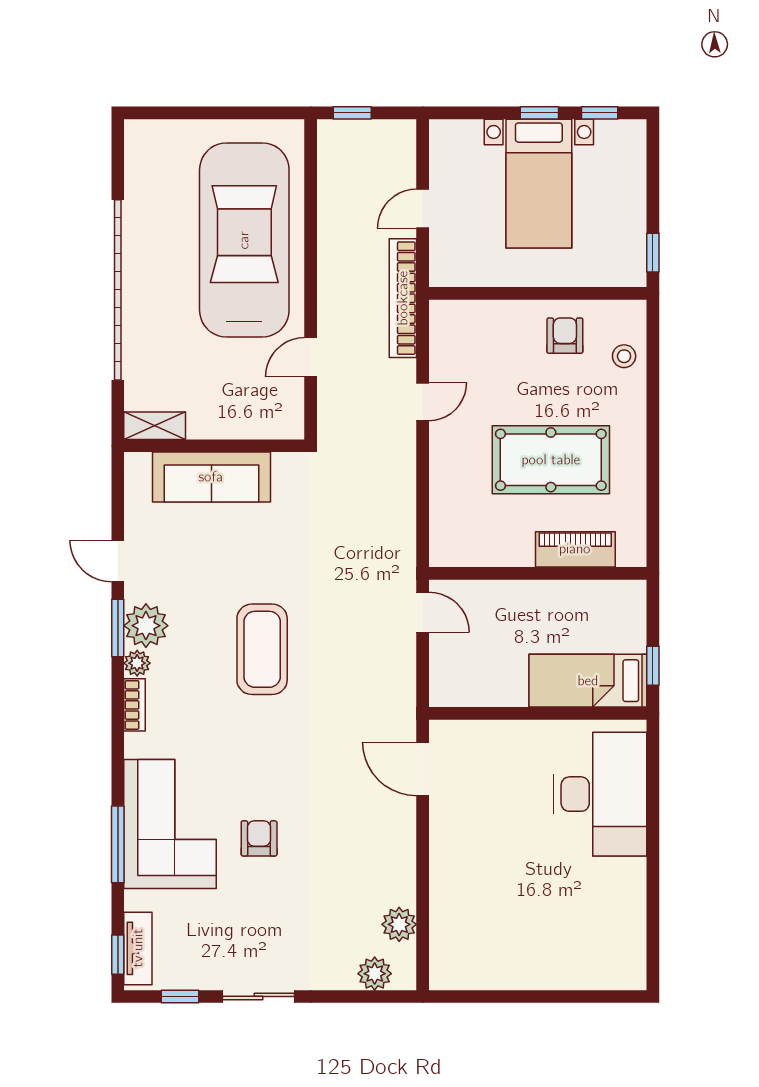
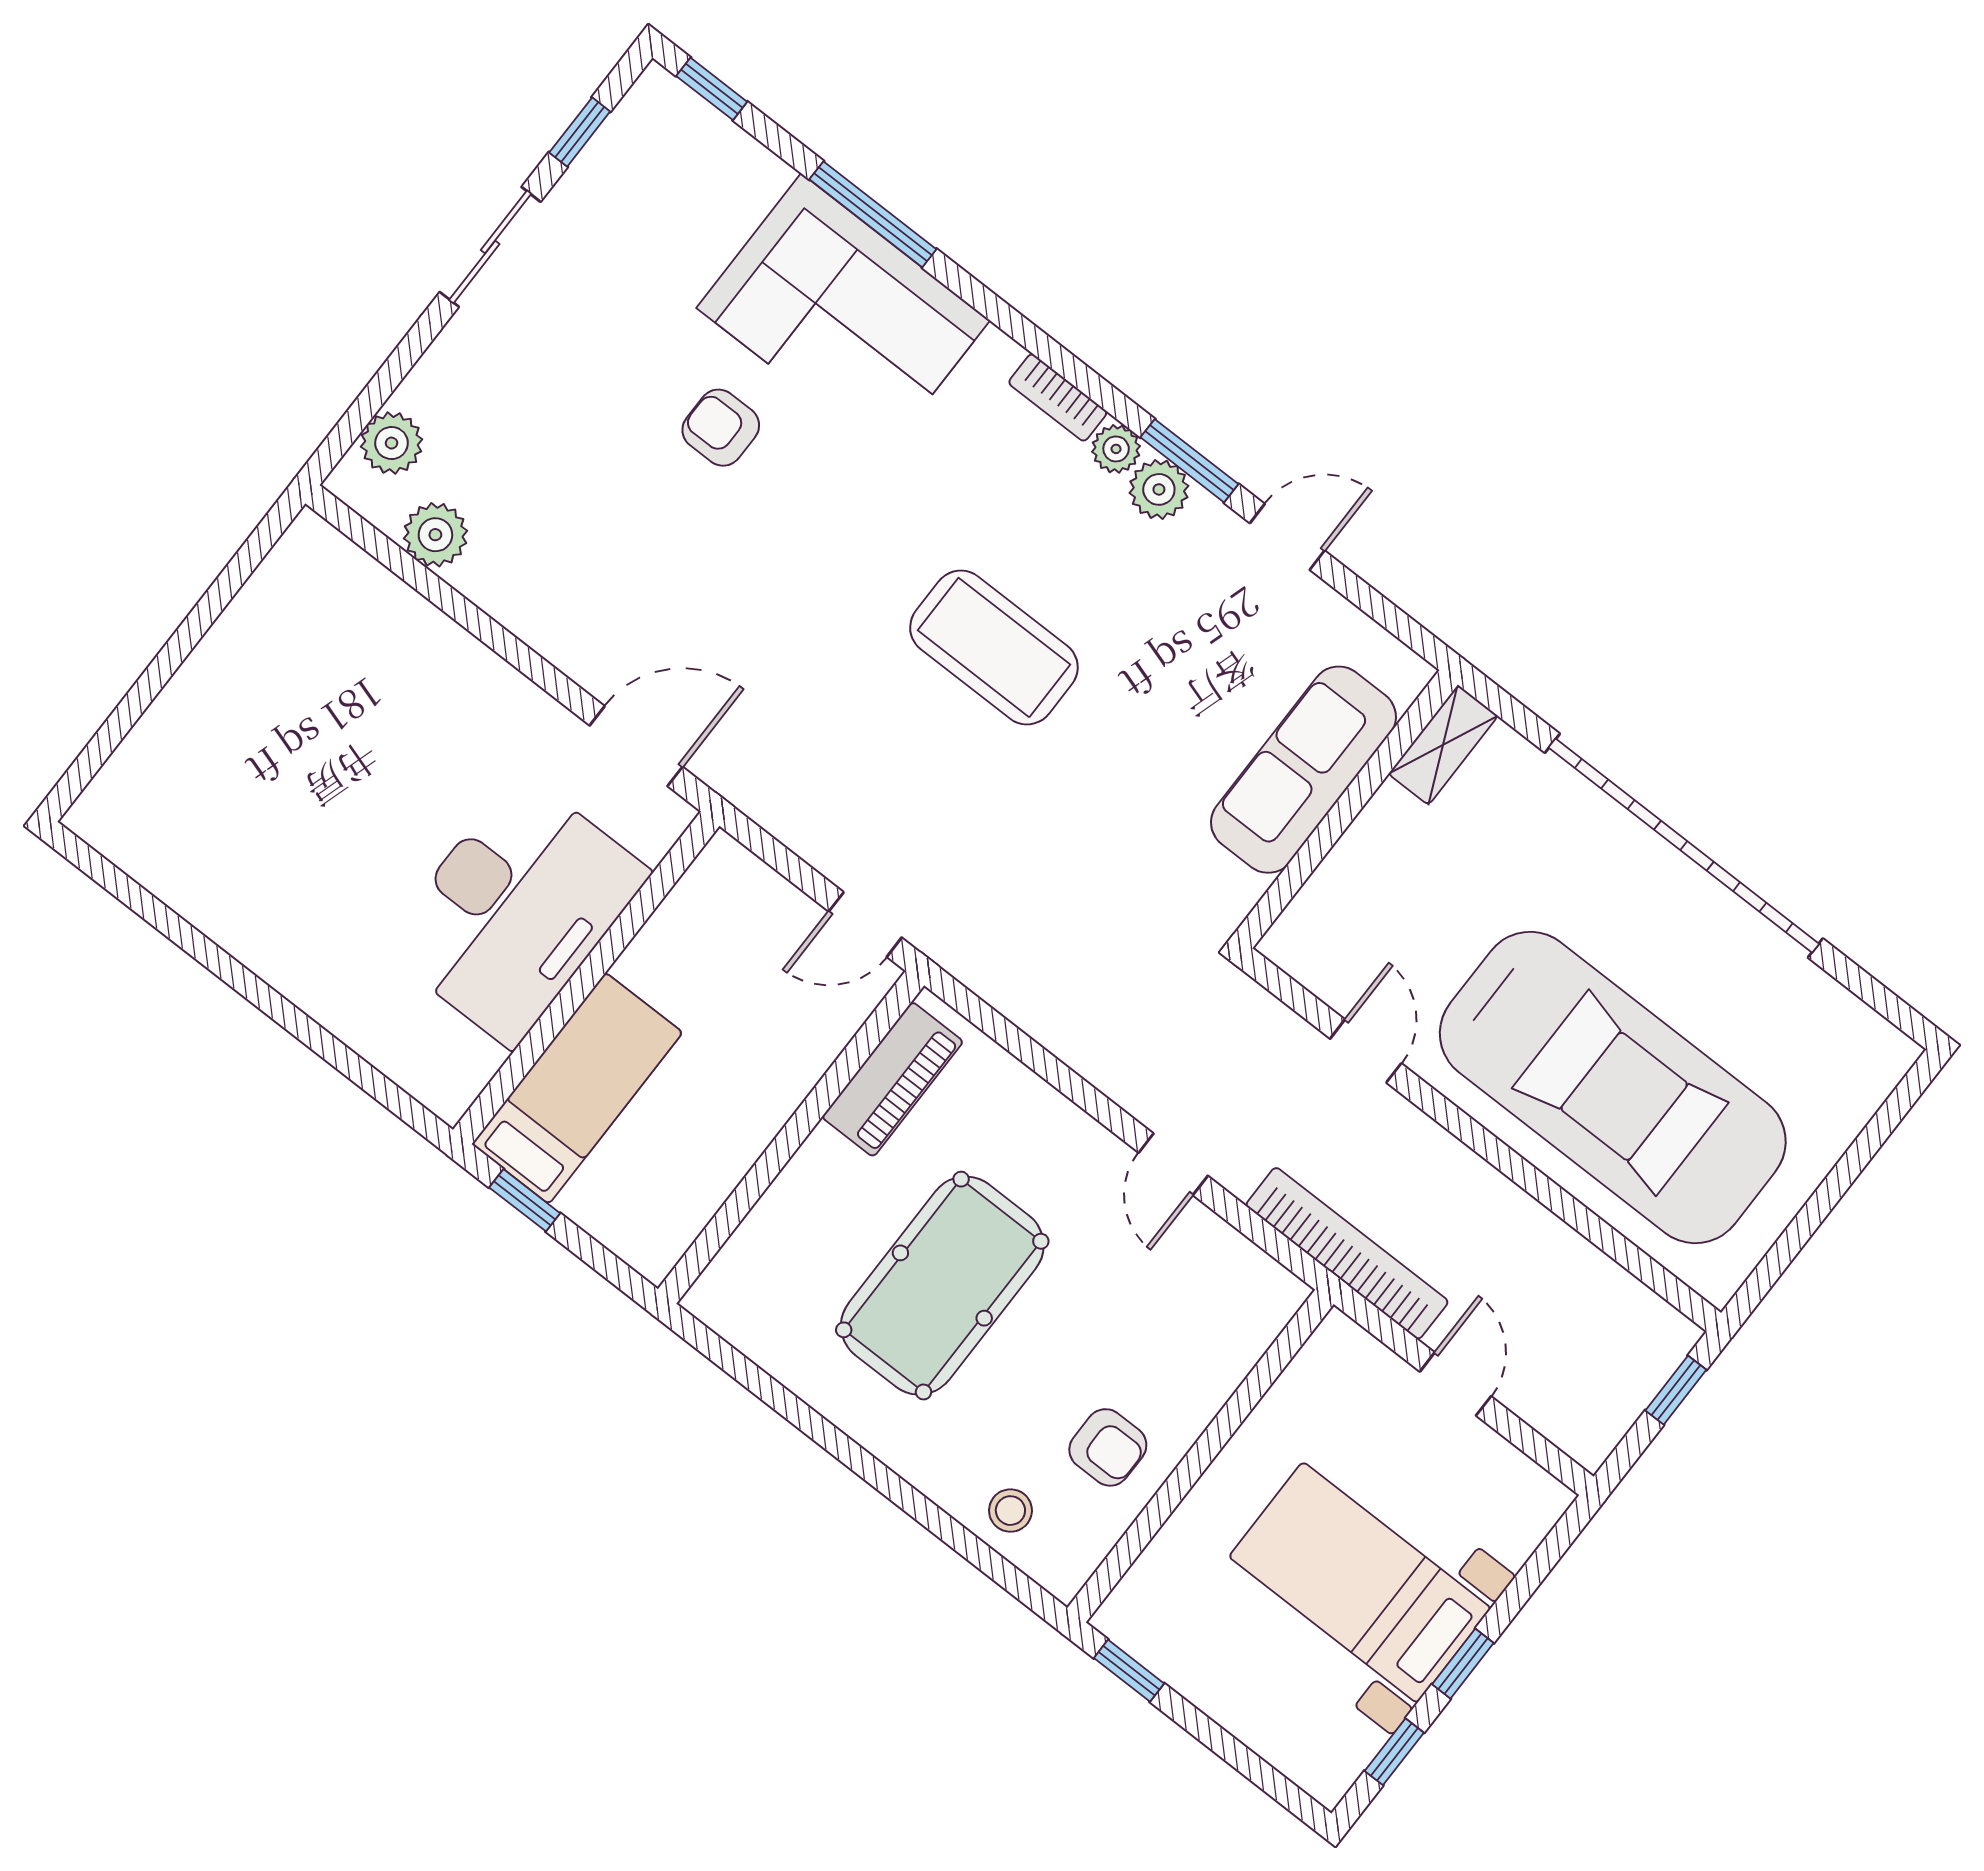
piano: (575, 549) -> (893, 1079), moved
plant: (146, 626) -> (1159, 489), width x0.73, depth x0.73
desk: (600, 794) -> (516, 910), moved, turned -90
armchair: (259, 838) -> (721, 428), turned 180
tv unit: (138, 948) -> (698, 125), removed

